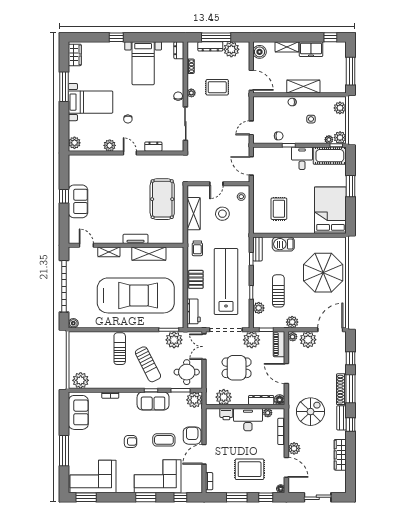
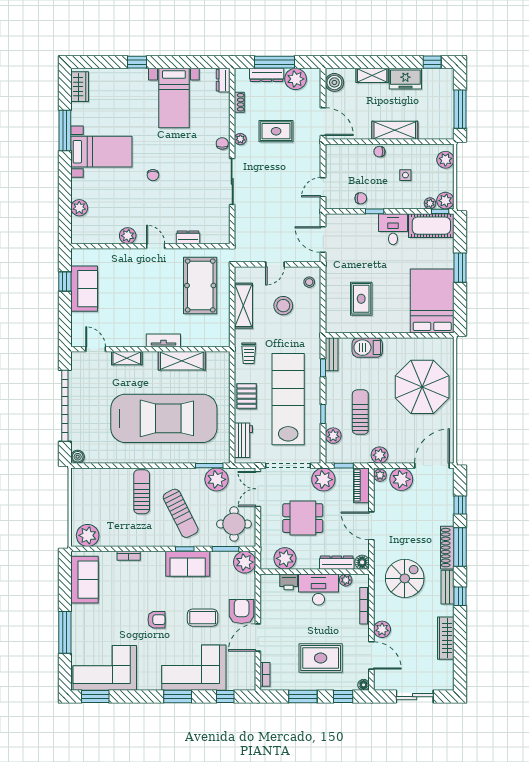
plant: (110, 145) -> (128, 236), moved
dresser: (153, 147) -> (188, 237), moved
wall: (126, 153) -> (150, 246), moved
door: (130, 153) -> (156, 246), moved

